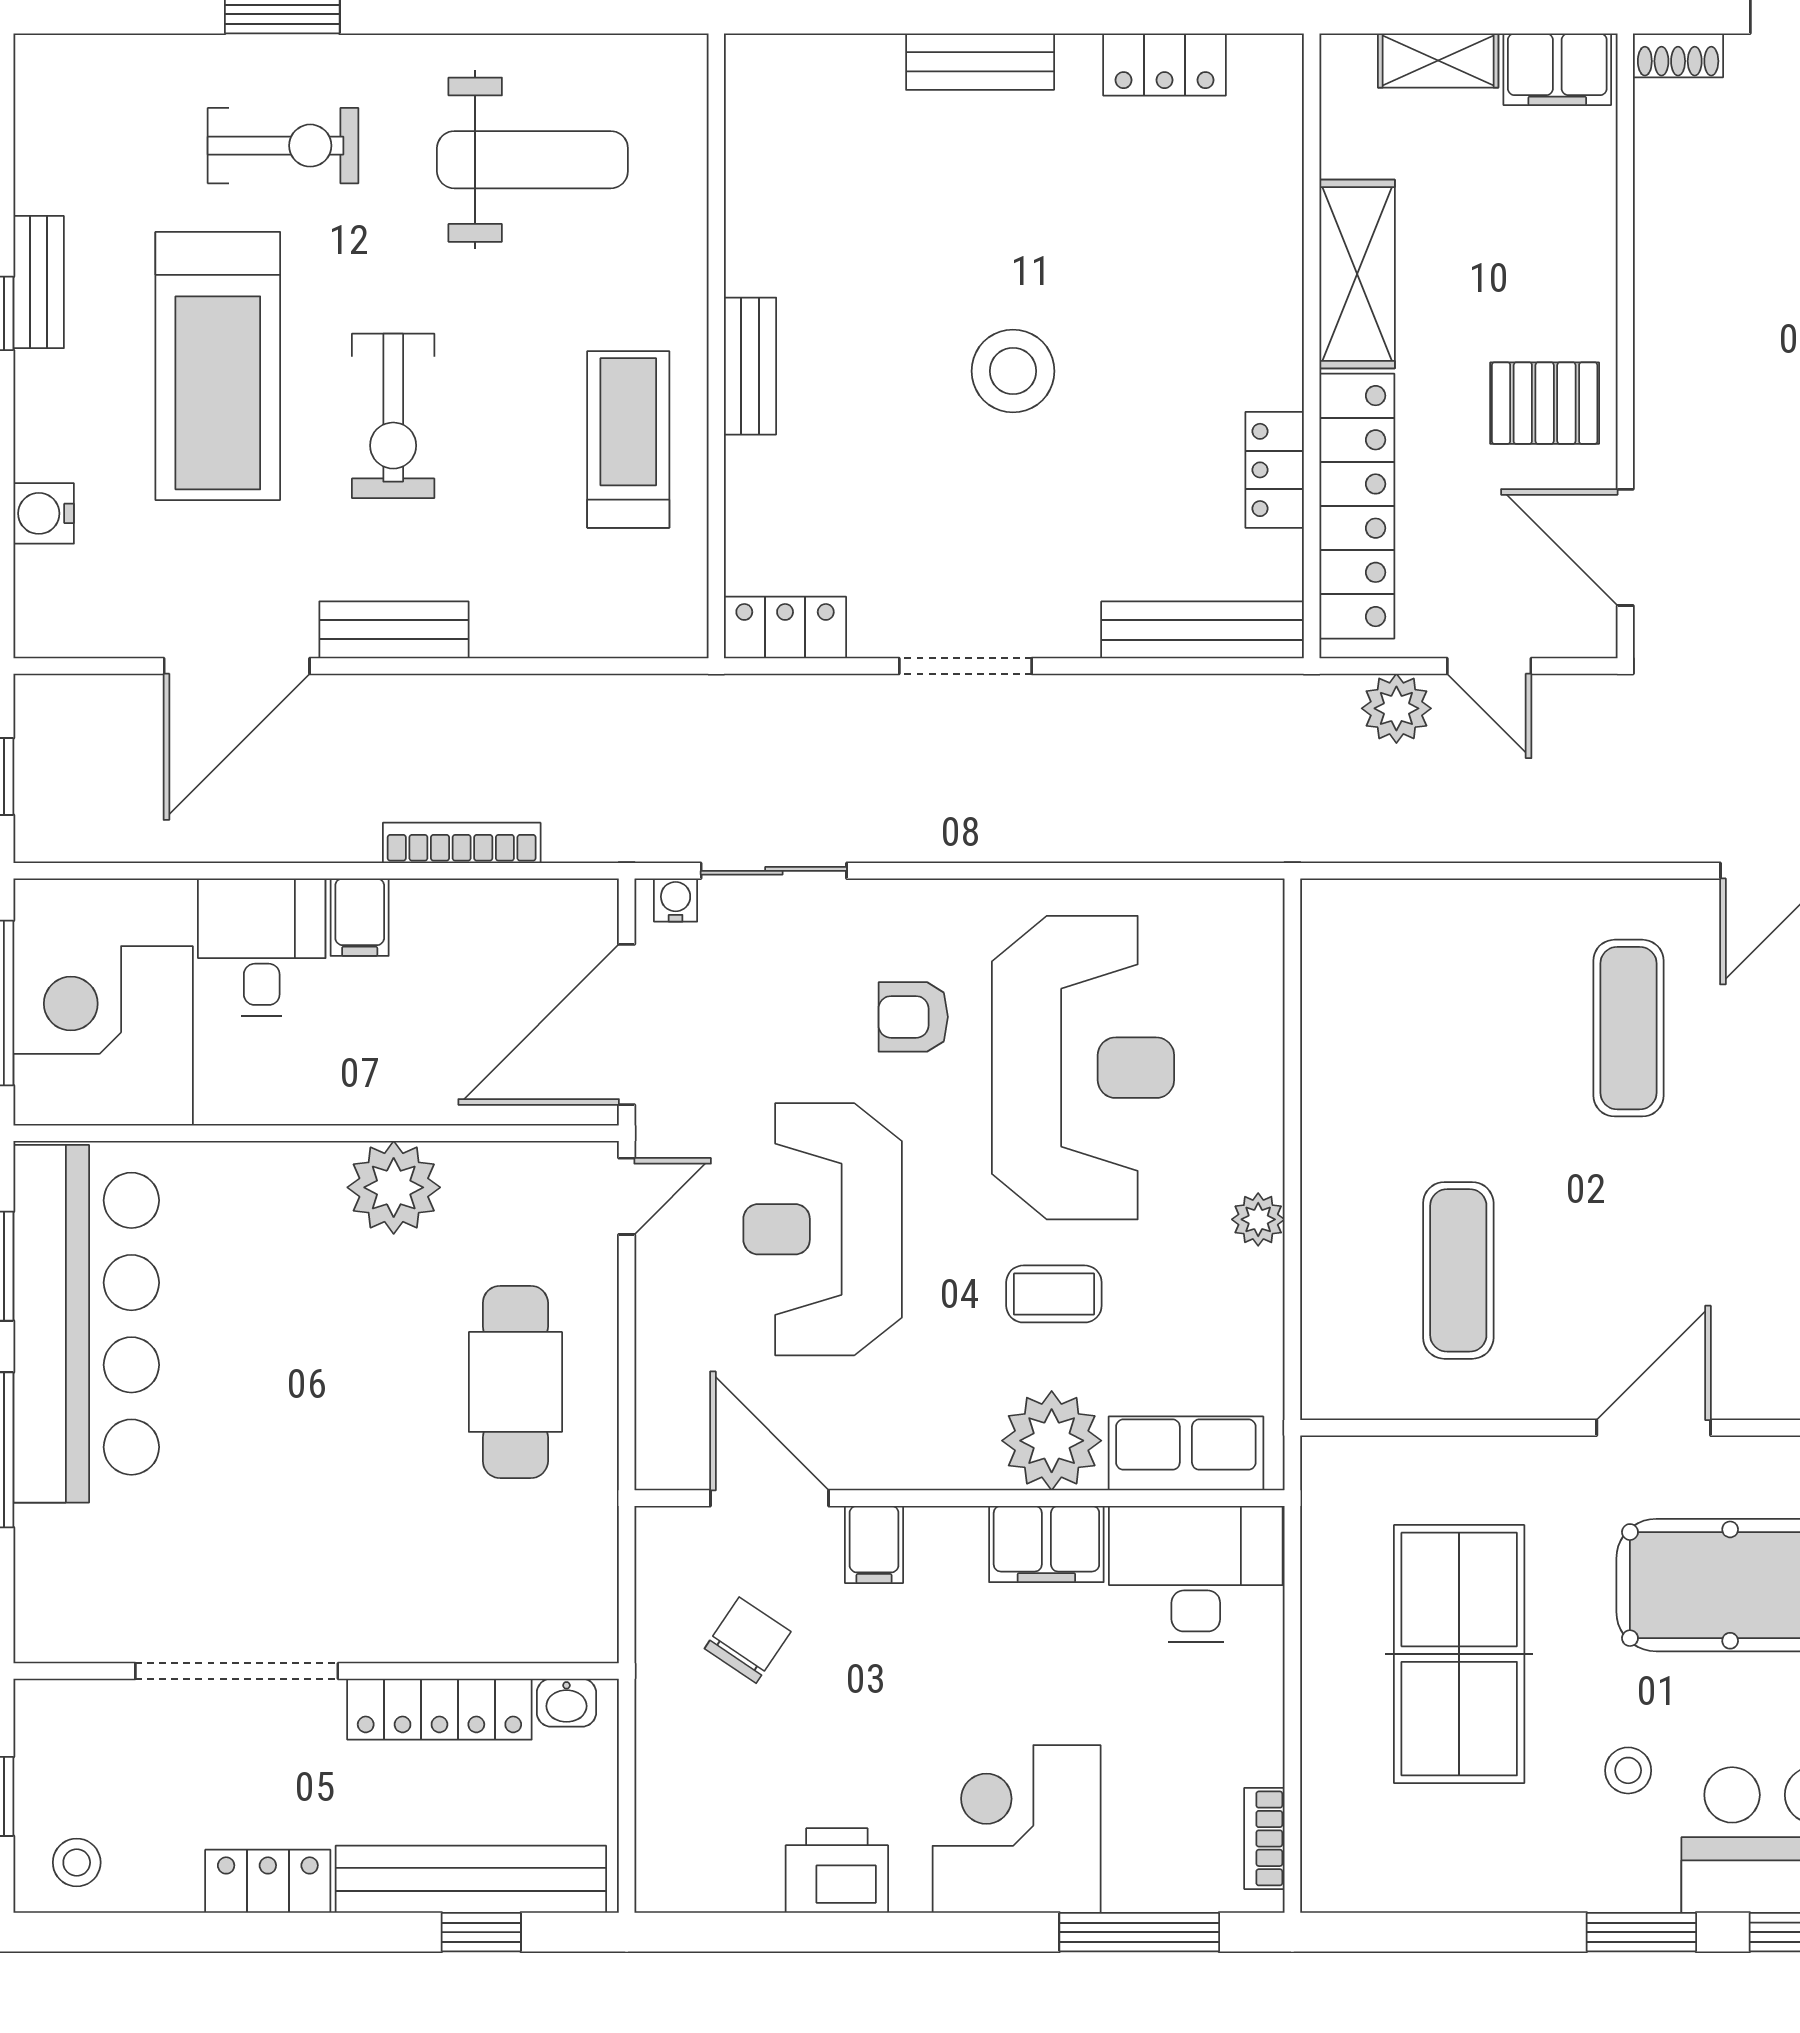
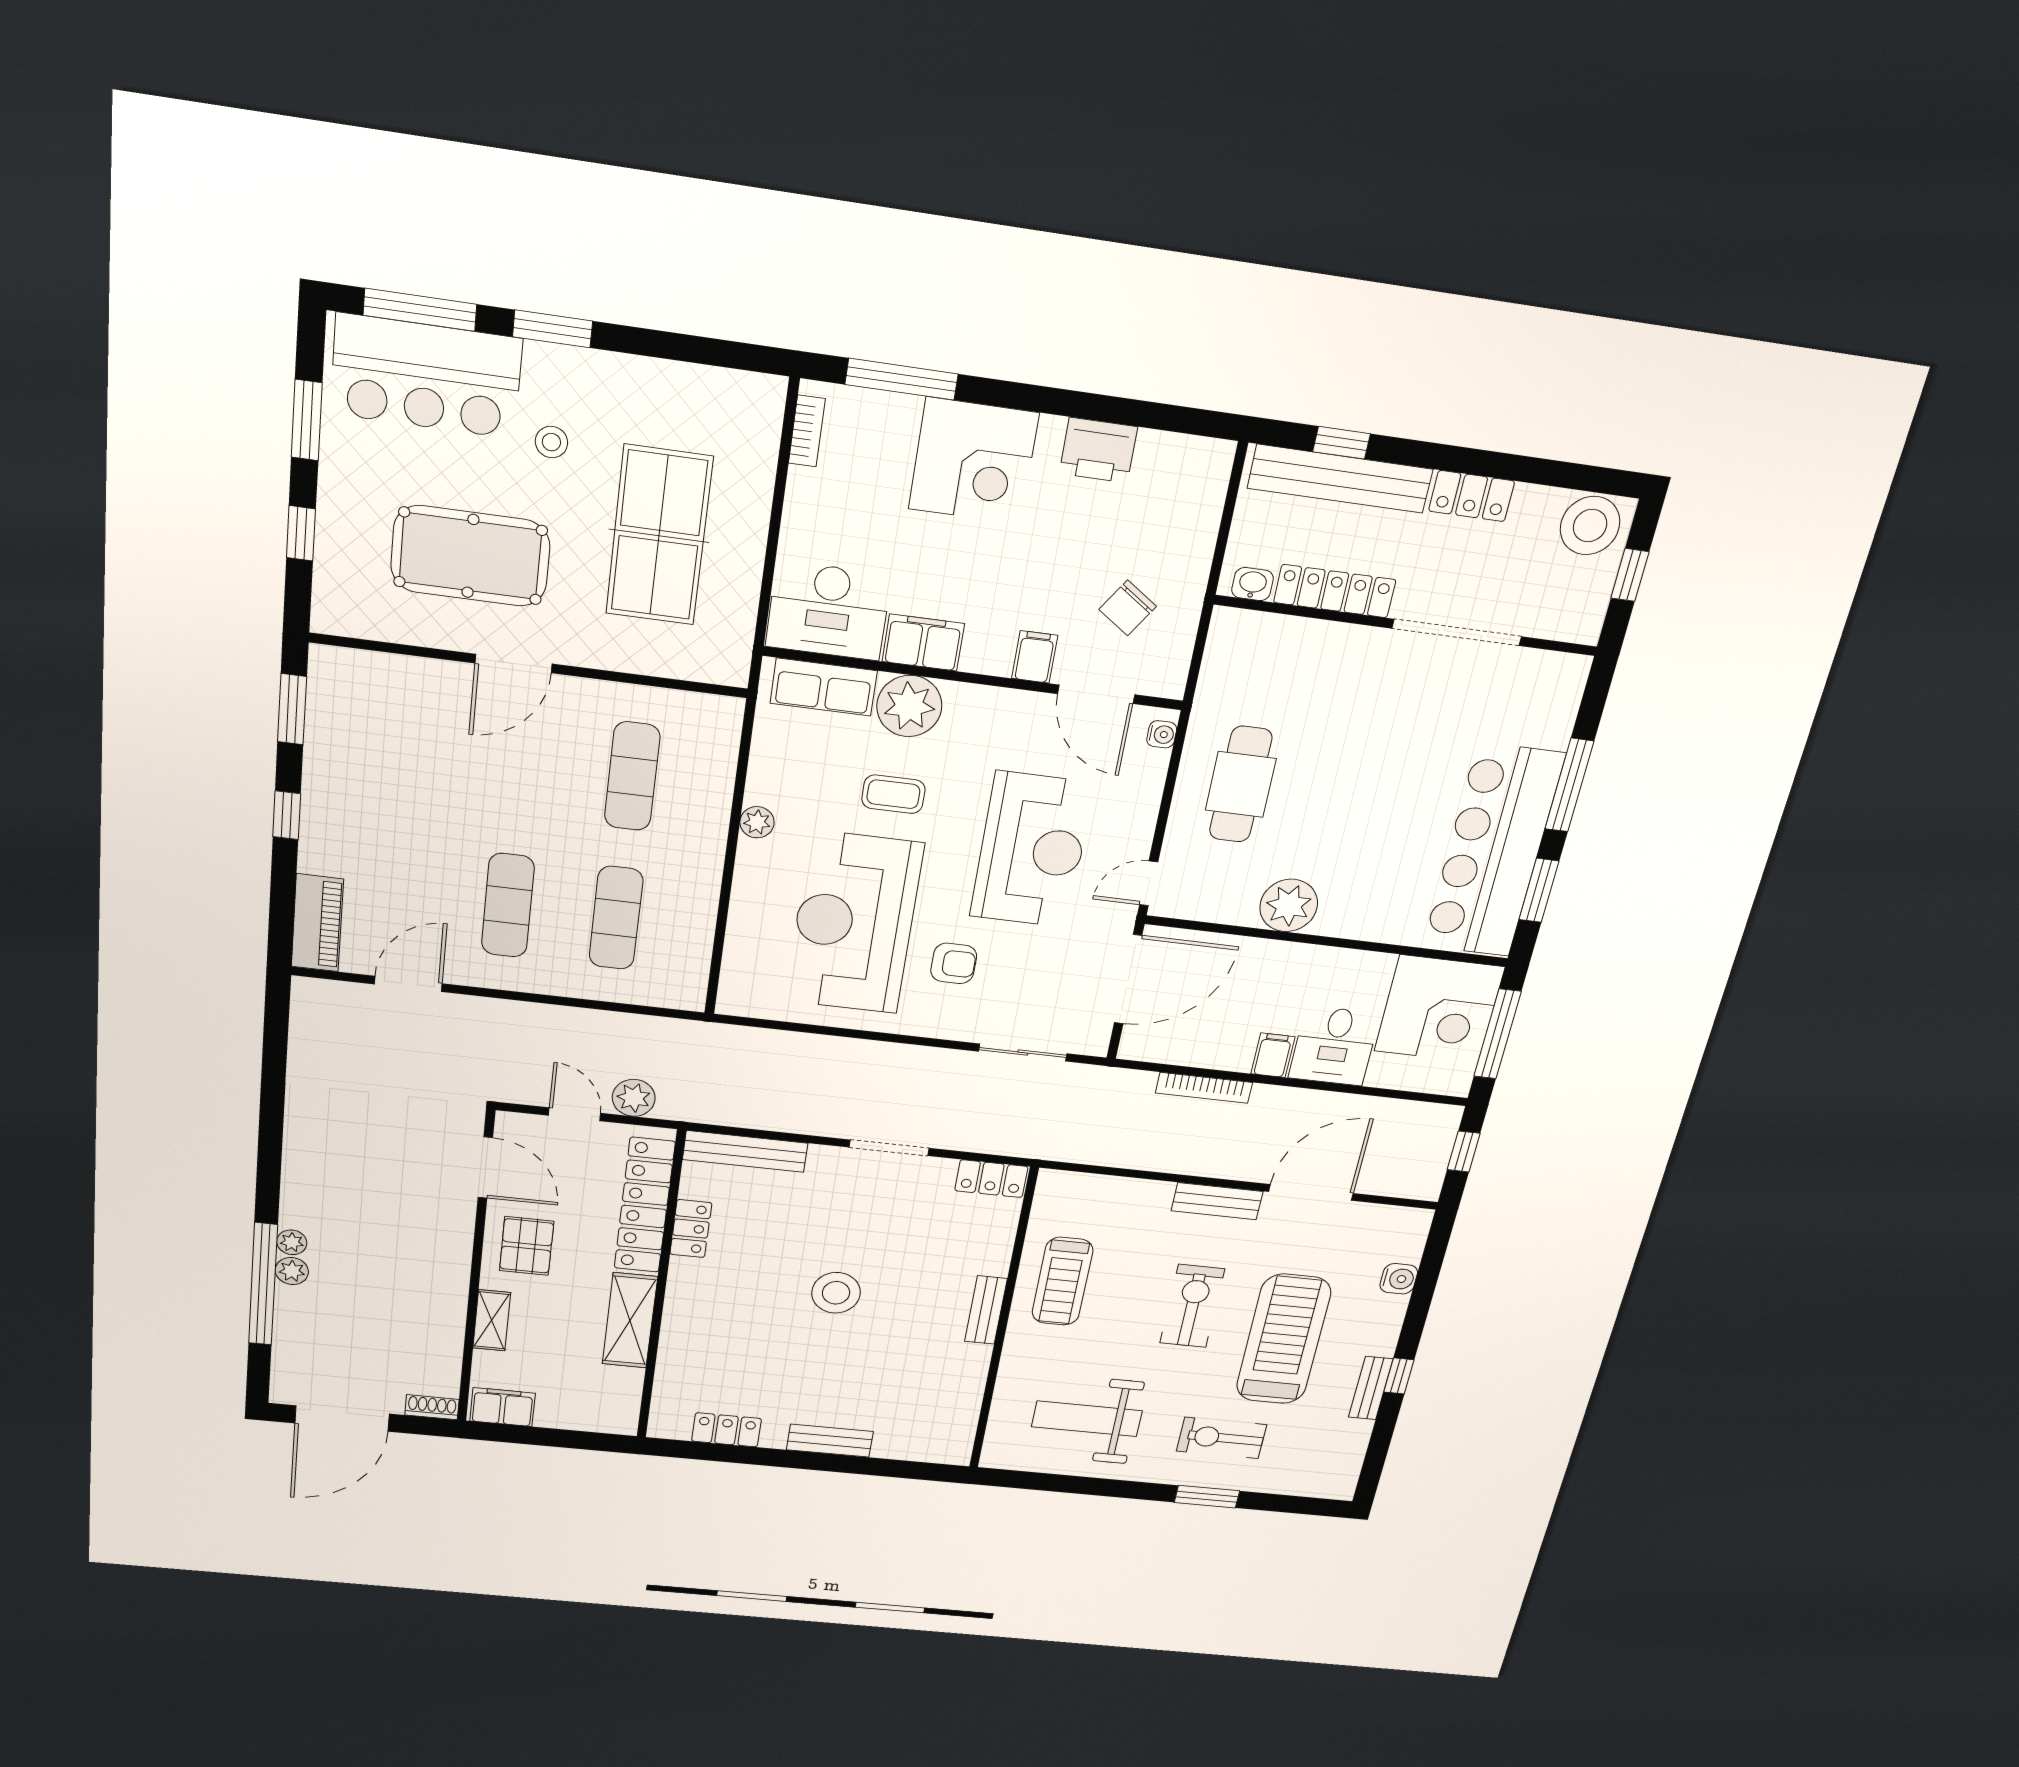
shelving: (1438, 61) -> (492, 1320), moved, turned 90
pallet: (1545, 403) -> (527, 1246), turned 90
water cooler: (676, 900) -> (1162, 734), moved, turned -90
exercise mat: (1458, 1028) -> (616, 918), added
stool: (77, 1862) -> (1590, 526), width x1.89, depth x1.89

